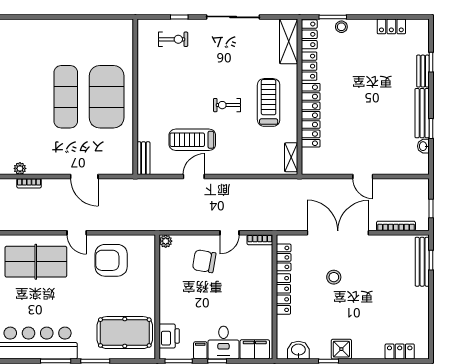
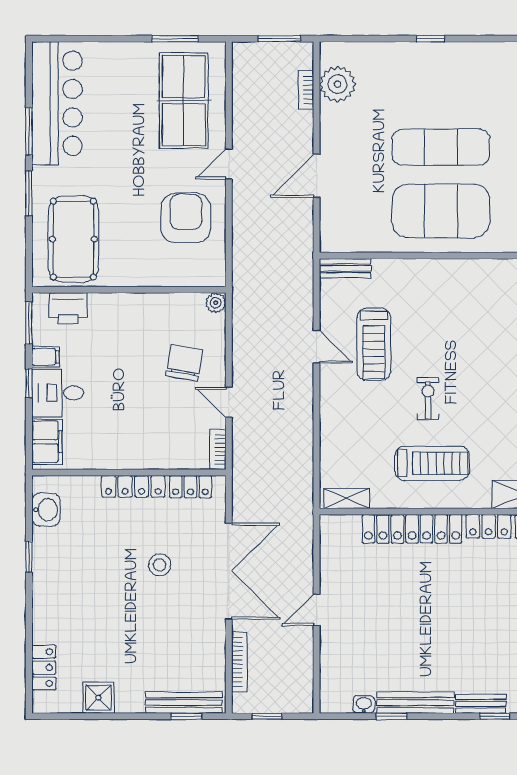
treadmill: (192, 140) -> (374, 344), turned 180
plant: (20, 168) -> (337, 84), width x1.88, depth x1.88
shower: (341, 349) -> (98, 698), moved

